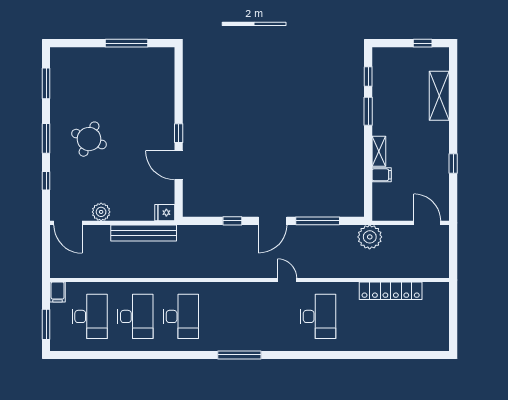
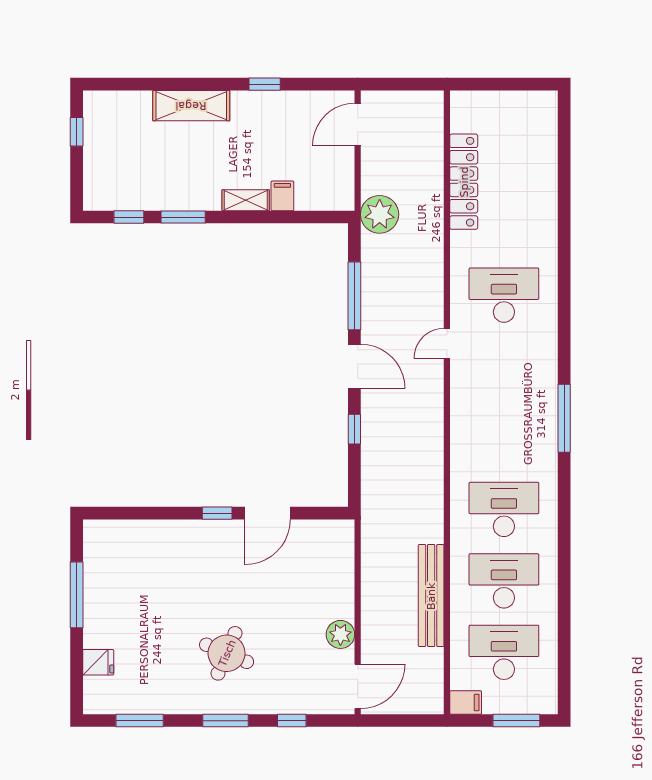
shelving: (439, 96) -> (191, 106), moved
fridge: (165, 213) -> (98, 662), moved, turned -90
bench: (144, 233) -> (431, 596), moved

